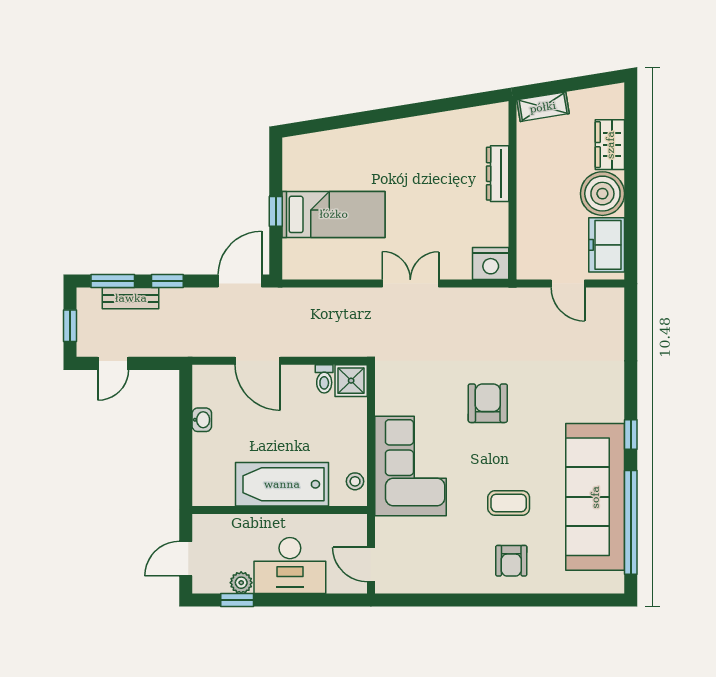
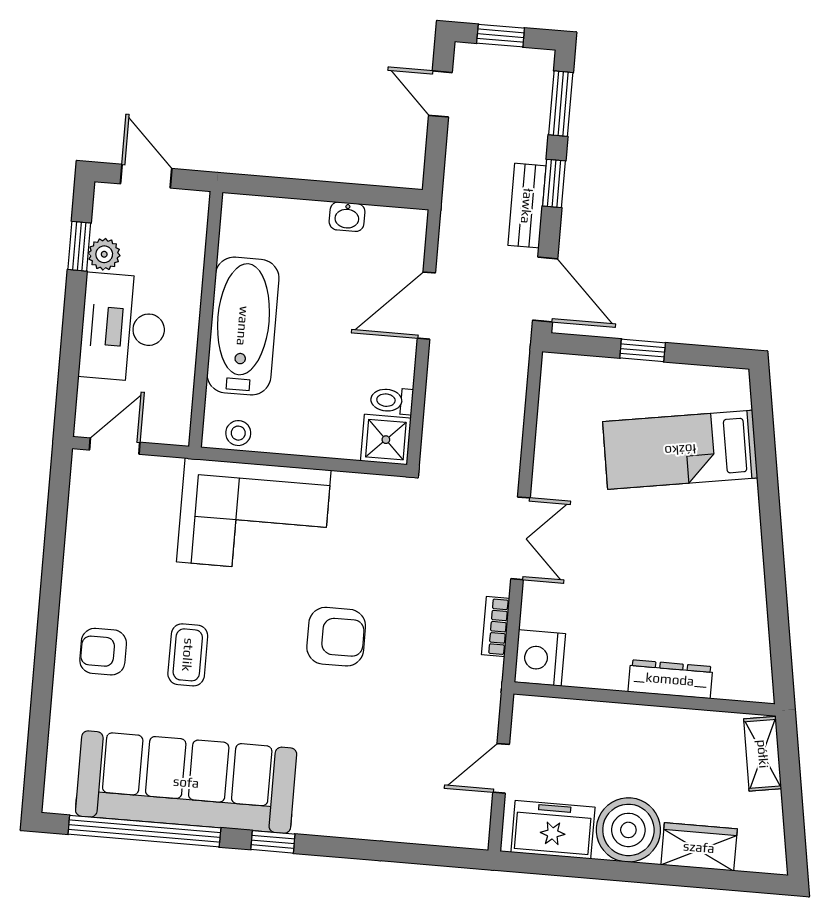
bed: (334, 214) -> (680, 450), moved, turned 81
bookcase: (472, 295) -> (496, 626), added
bench: (131, 298) -> (527, 206), moved

